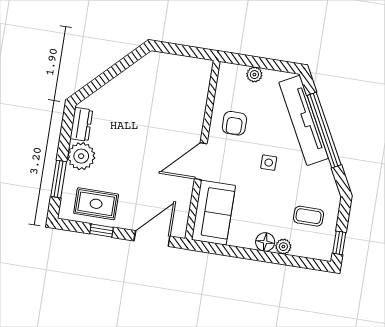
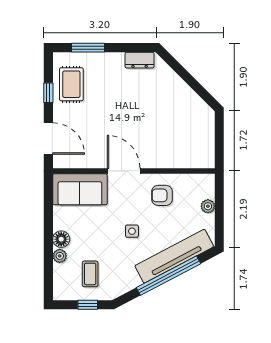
plant: (81, 156) -> (111, 64), removed
window: (339, 243) -> (88, 305), moved

